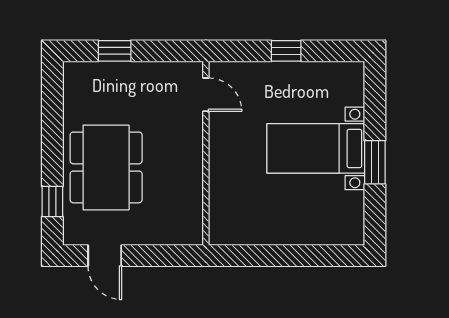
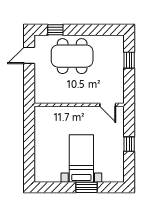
door: (206, 95) -> (108, 105), hinge flipped
window: (375, 162) -> (86, 187), moved

